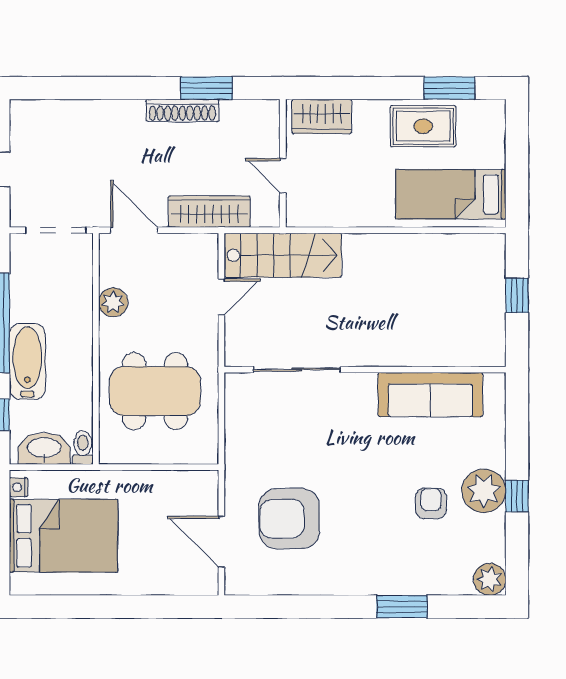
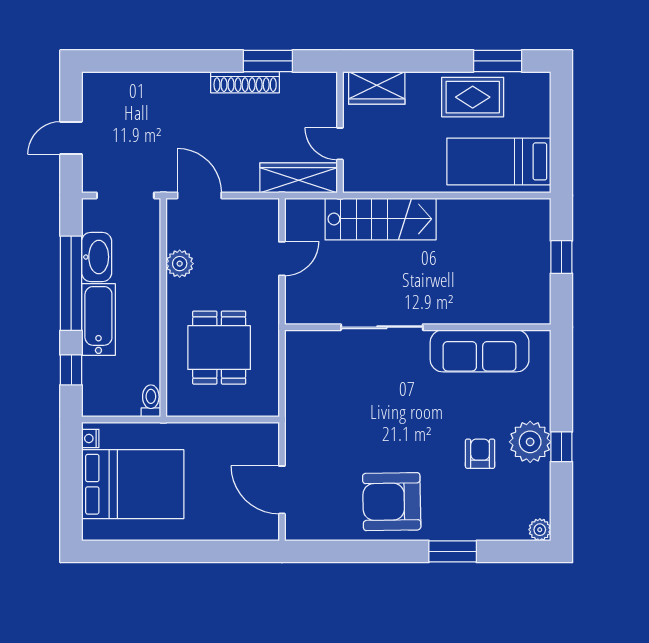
wardrobe: (209, 212) -> (299, 178), moved
stairs: (283, 255) -> (381, 219), moved
sliding door: (297, 370) -> (382, 327), moved
dining table: (155, 391) -> (219, 348), width x0.73
washbasin: (44, 449) -> (97, 257), moved, turned 90
armchair: (289, 519) -> (392, 502), moved
plant: (490, 579) -> (540, 530), width x0.73, depth x0.73

